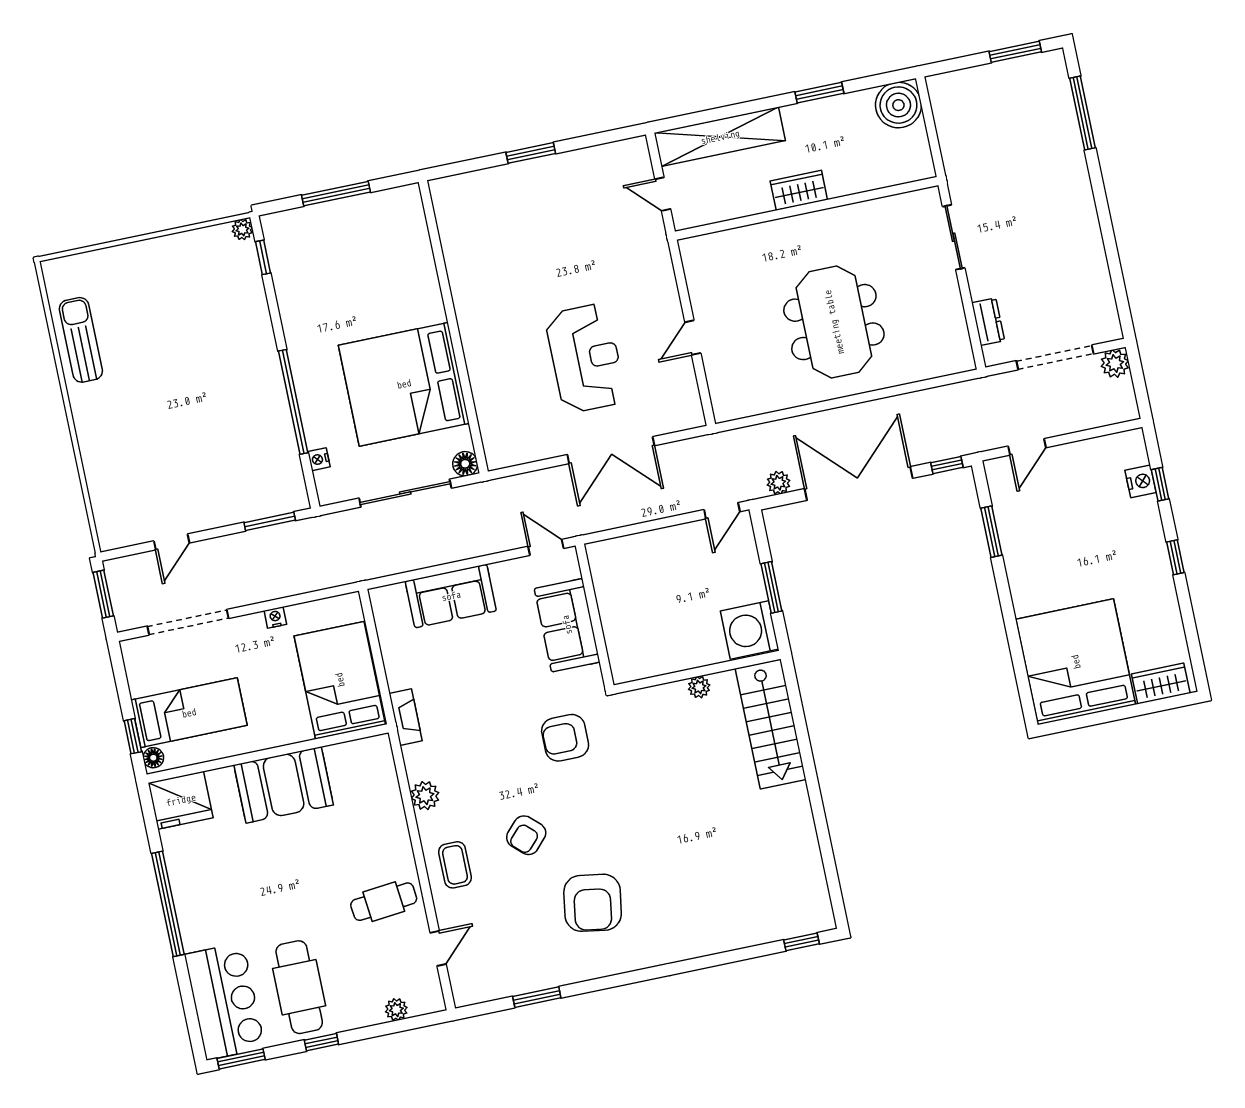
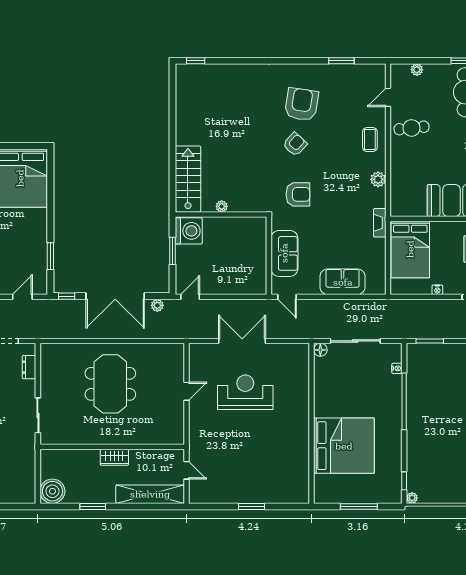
reception desk: (586, 358) -> (245, 392), turned 90
bed: (404, 384) -> (344, 446), moved
armchair: (526, 835) -> (295, 144), moved

